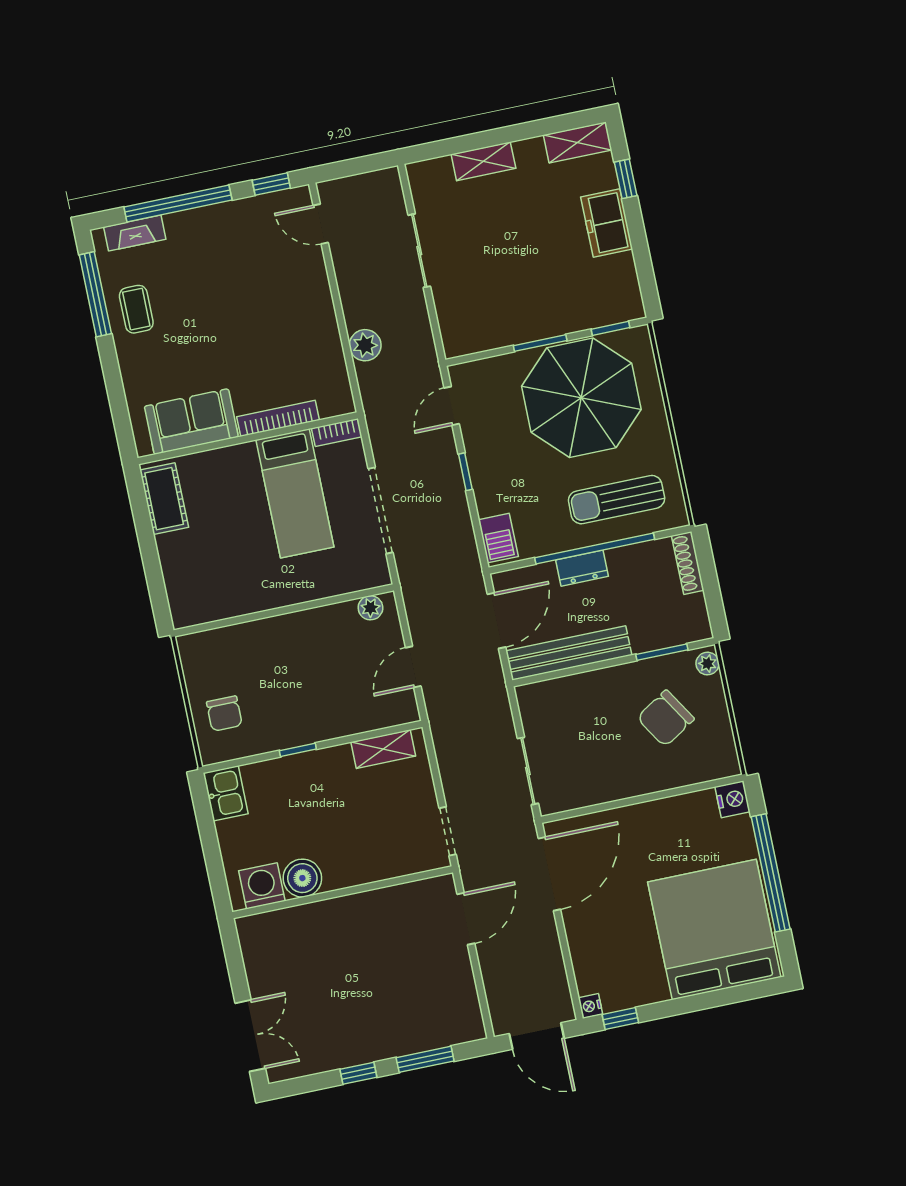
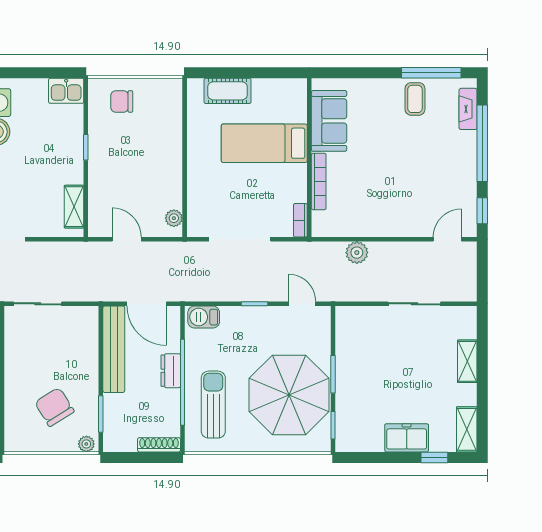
coffee table: (136, 309) -> (415, 99), turned 90
bed: (295, 493) -> (264, 143), moved
cot: (164, 499) -> (228, 91), moved

